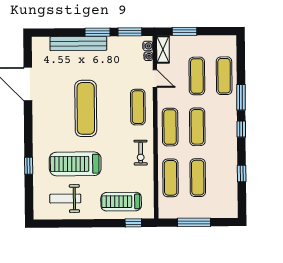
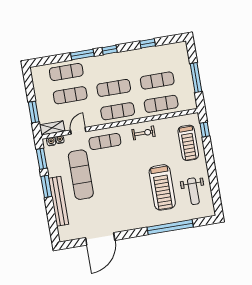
exercise mat: (86, 108) -> (81, 175), moved, turned 90
window: (29, 166) -> (170, 227), width x3.17

